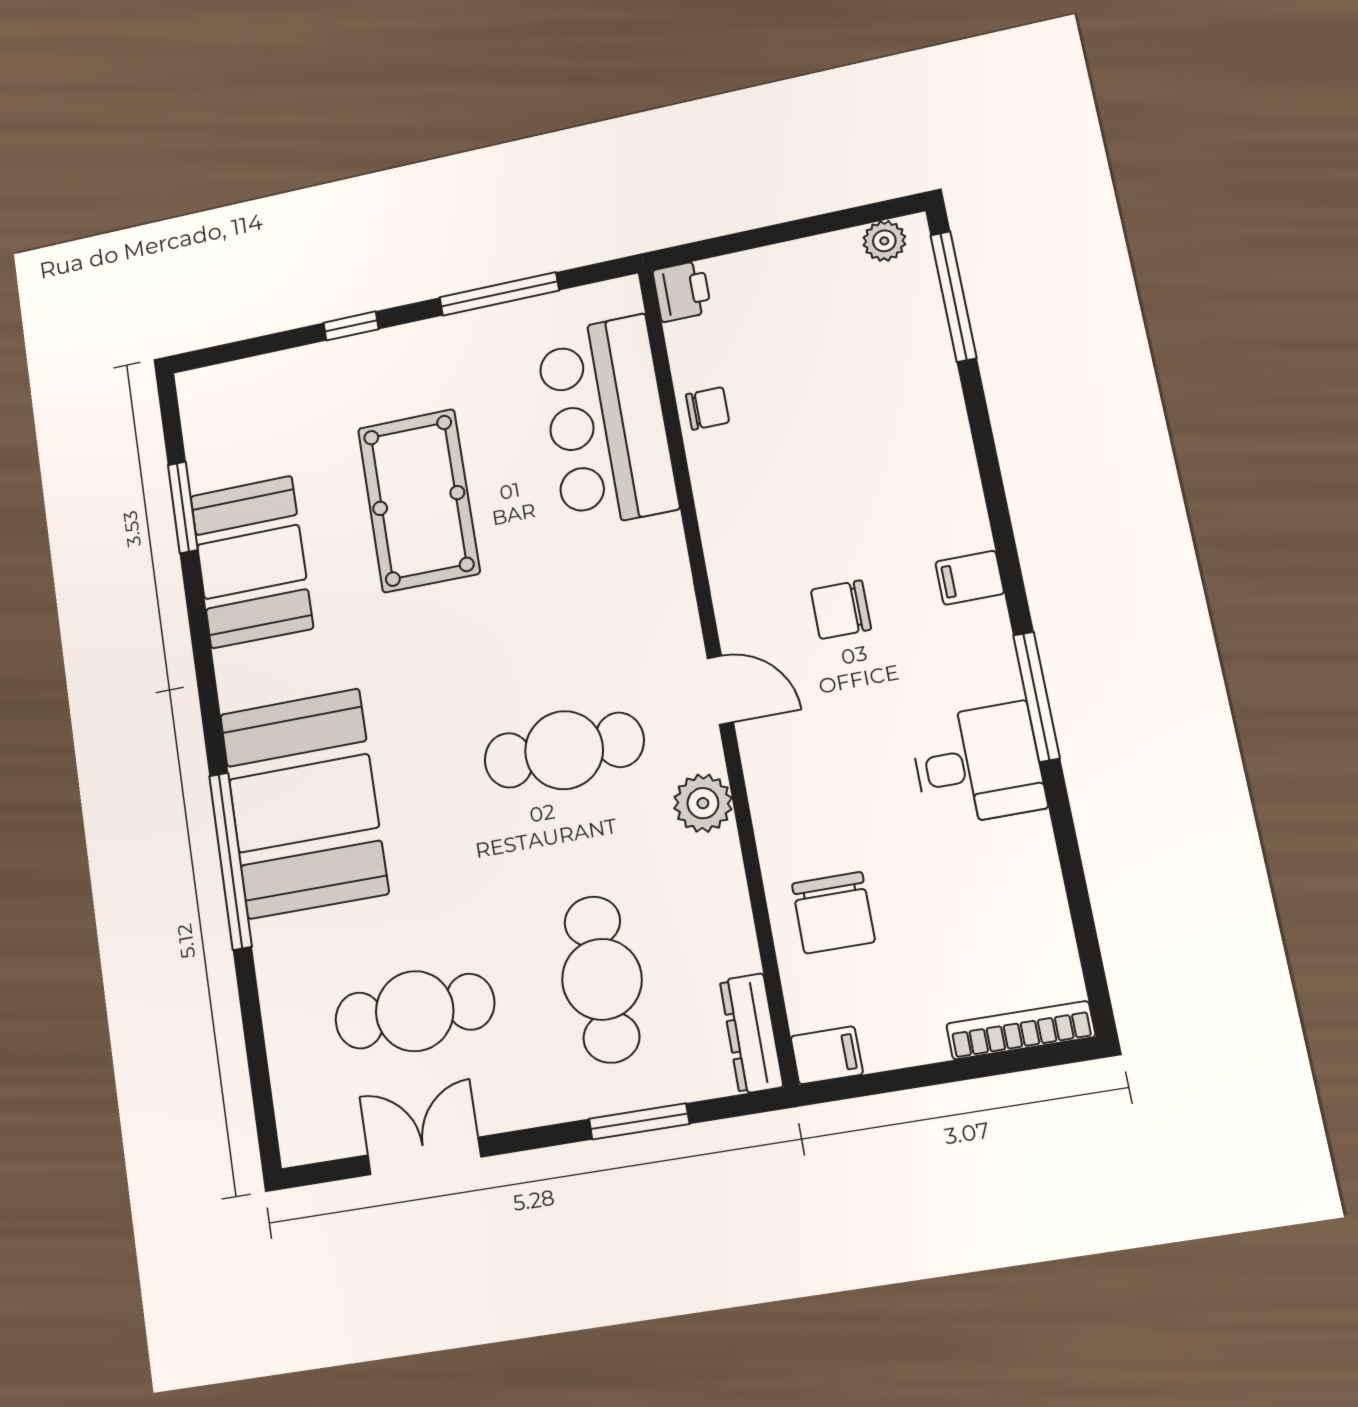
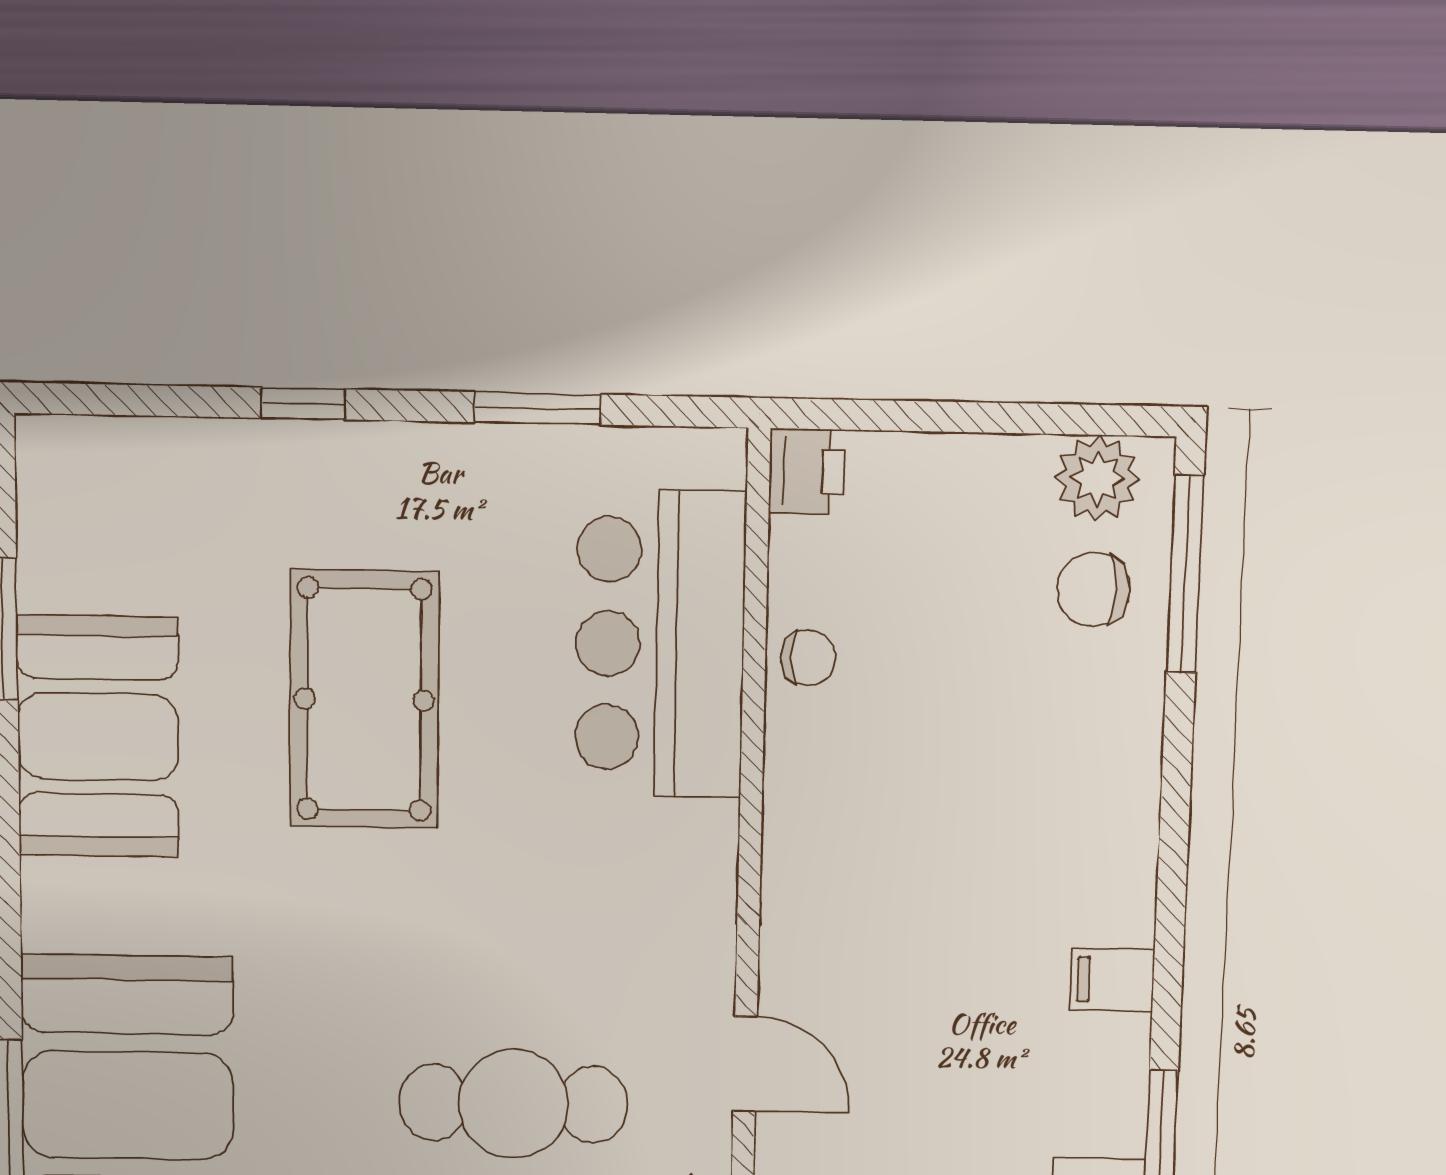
plant: (884, 241) -> (1097, 478), width x1.38, depth x1.38
window: (499, 294) -> (537, 408), width x0.69
chair: (841, 610) -> (1094, 589), moved

